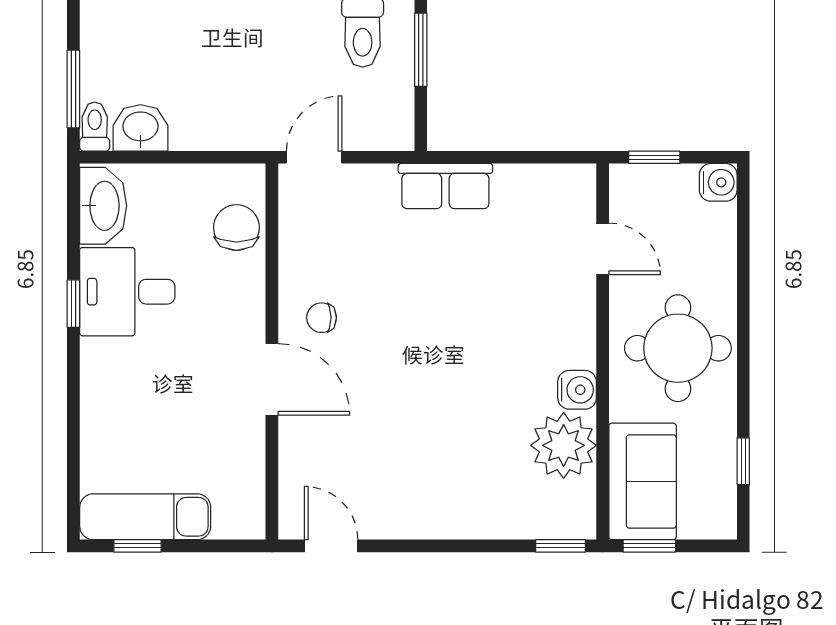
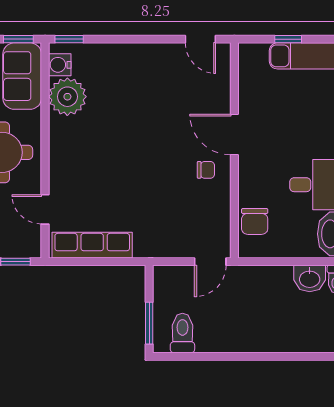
row of seats: (445, 186) -> (92, 245), moved, width x1.48
water cooler: (577, 390) -> (60, 65), moved
window: (138, 546) -> (288, 39), moved

